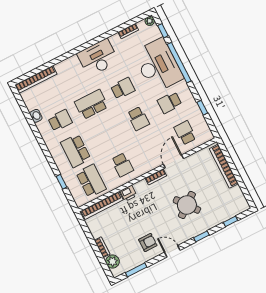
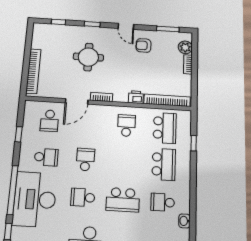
school desk: (91, 181) -> (165, 128), turned 180
round table: (187, 205) -> (88, 57), turned 38

